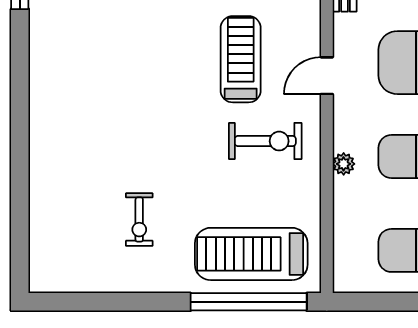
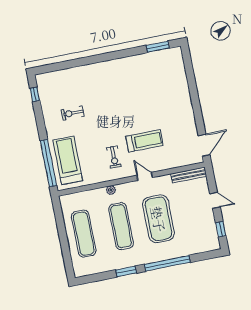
exercise bike: (265, 141) -> (114, 157), width x0.73, depth x0.72
window: (76, 302) -> (35, 94), added

